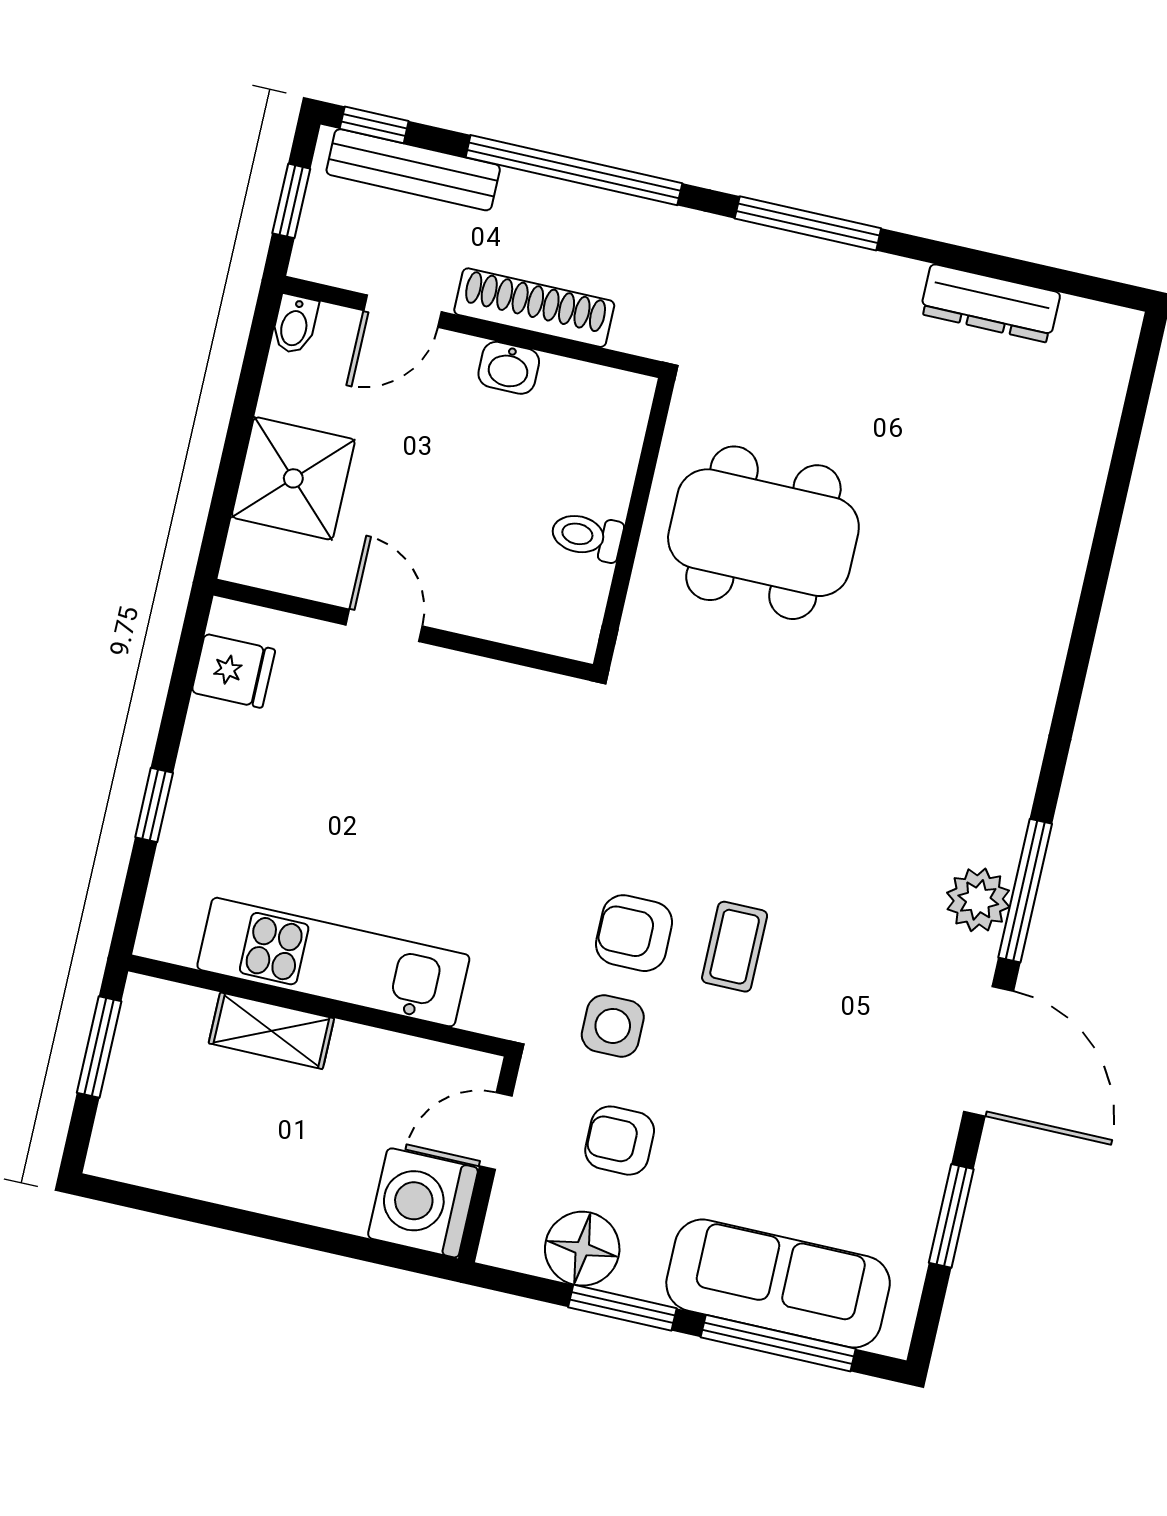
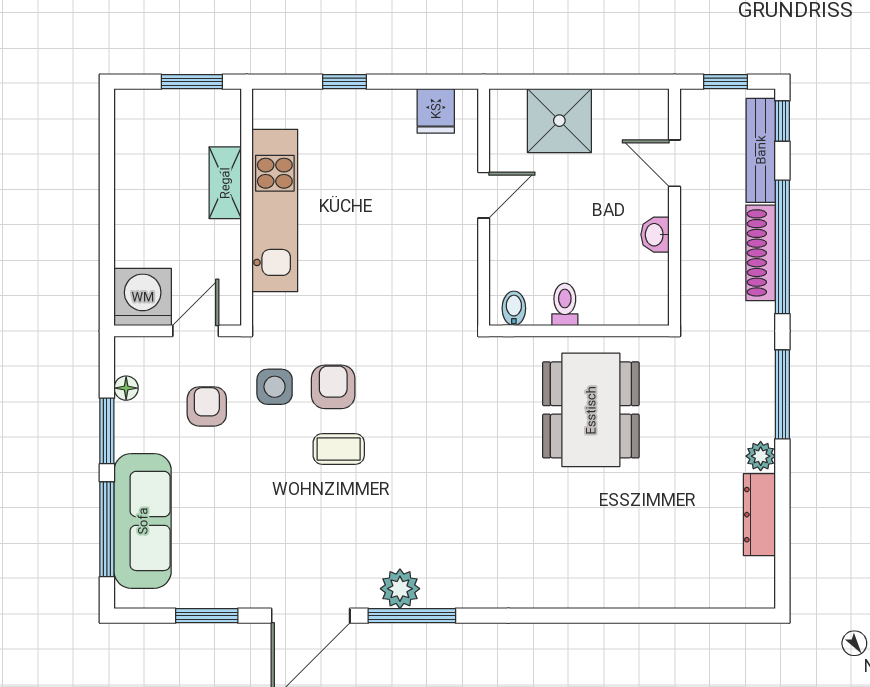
plant: (898, 280) -> (761, 456), added
shoe rack: (534, 308) -> (761, 253), moved, turned 180
bidet: (295, 324) -> (514, 308), moved, turned 90
door: (496, 1131) -> (196, 331), hinge flipped
floor lamp: (582, 1249) -> (126, 388), width x0.53, depth x0.53

